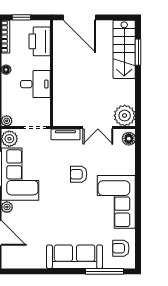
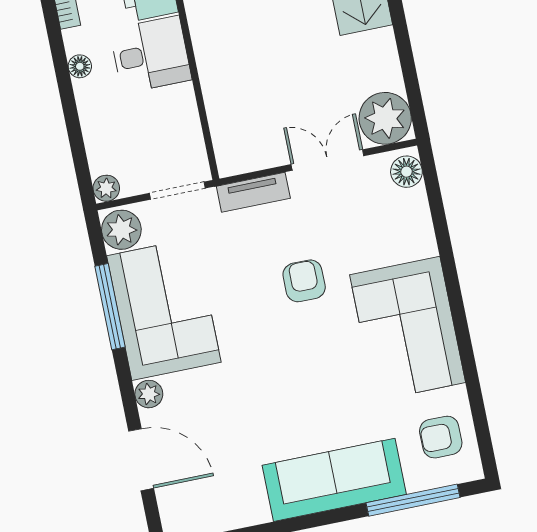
desk: (35, 84) -> (151, 55), moved
double door: (98, 128) -> (327, 160), swing flipped
armchair: (79, 174) -> (304, 281), turned 90

